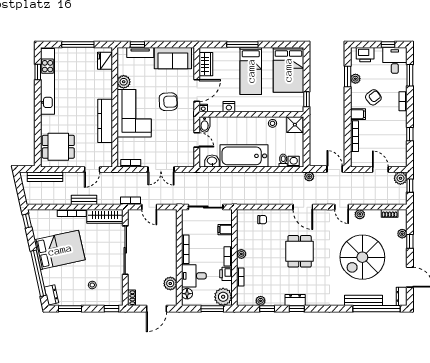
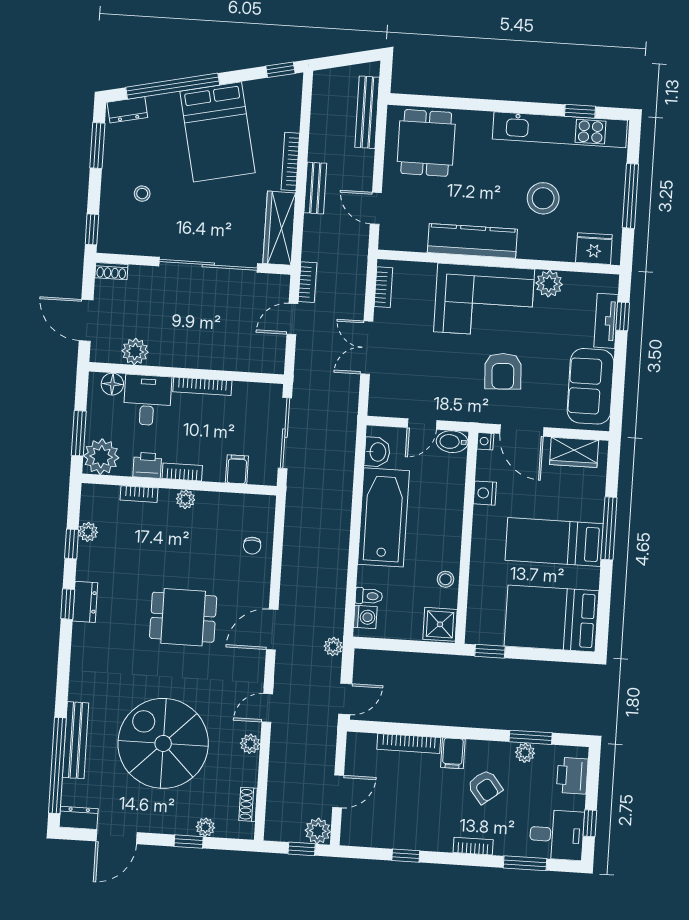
stool: (82, 87) -> (543, 198), added

